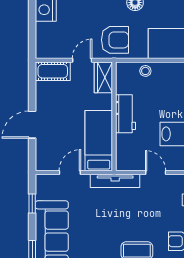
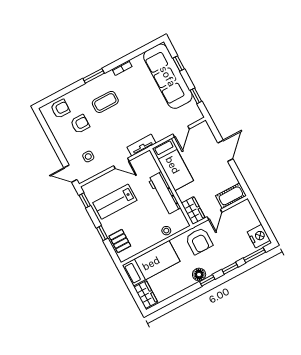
armchair: (115, 40) -> (199, 241), turned -90
workbench: (125, 114) -> (164, 193), width x1.38
tv unit: (115, 181) -> (141, 145), width x0.71

